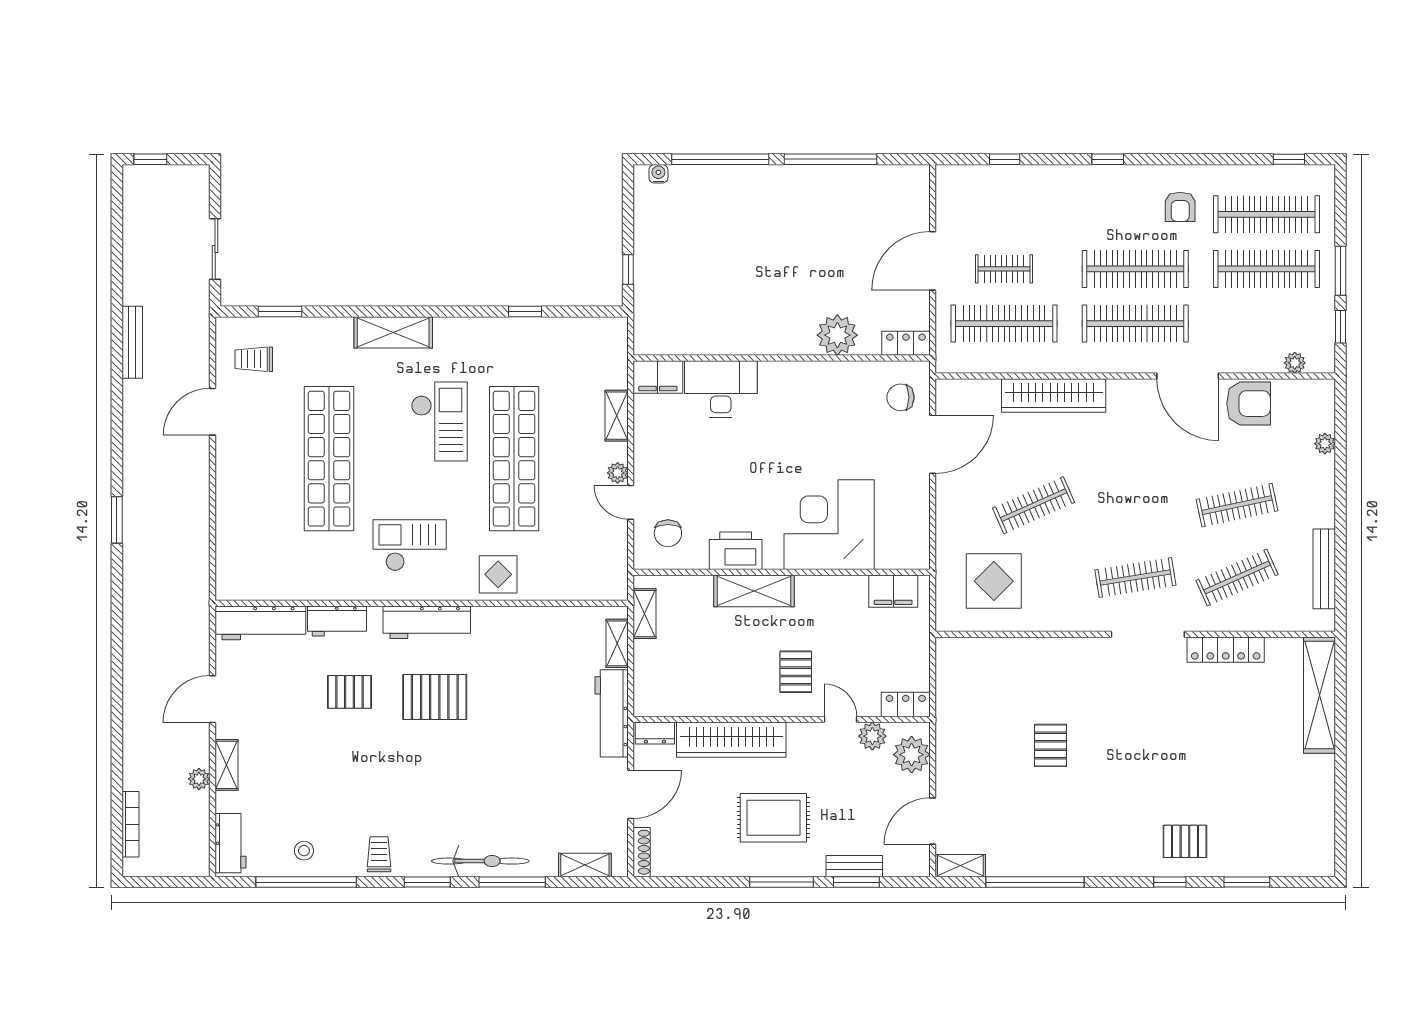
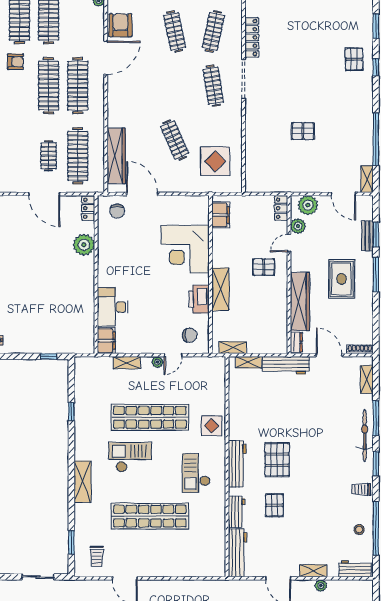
wardrobe: (1054, 396) -> (116, 156), moved
clothes rail: (1237, 578) -> (213, 31), turned 36

